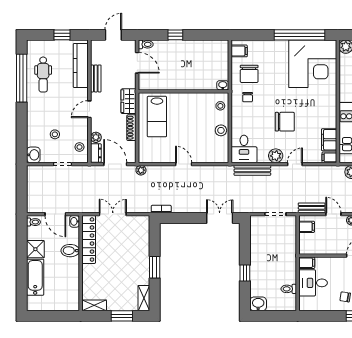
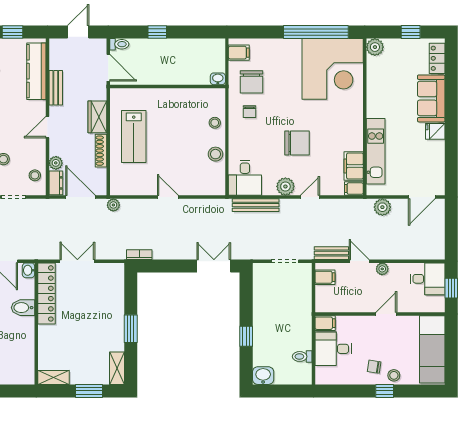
washbasin: (223, 85) -> (218, 79), moved
wall: (183, 91) -> (168, 86), moved

